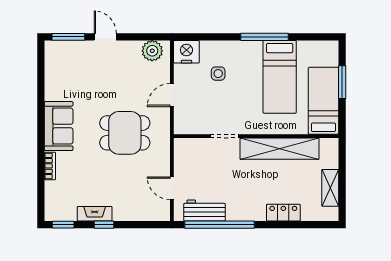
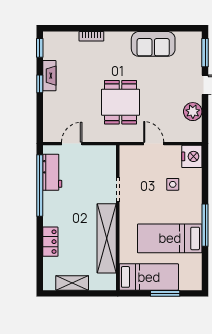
plant: (152, 51) -> (193, 112), moved
sofa: (59, 126) -> (153, 44), moved

